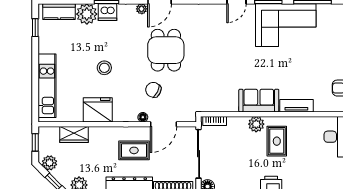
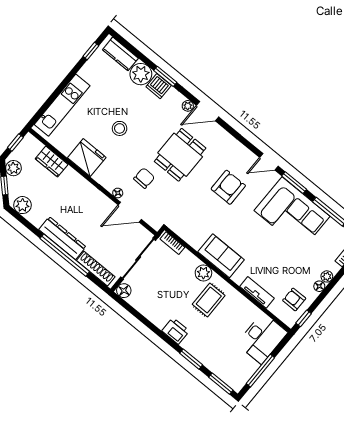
armchair: (222, 45) -> (228, 187), added
chair: (153, 90) -> (144, 178), turned 65
tv unit: (296, 106) -> (257, 292), moved
rug: (134, 150) -> (89, 214), removed

